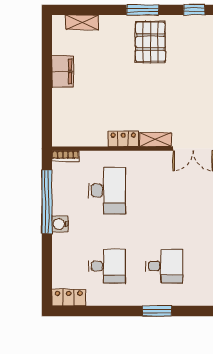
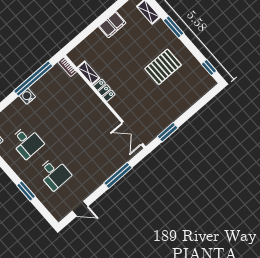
window: (143, 10) -> (174, 27), moved
pallet: (150, 42) -> (163, 67), moved
shelving: (156, 140) -> (88, 73), moved
desk: (107, 191) -> (68, 106), removed

